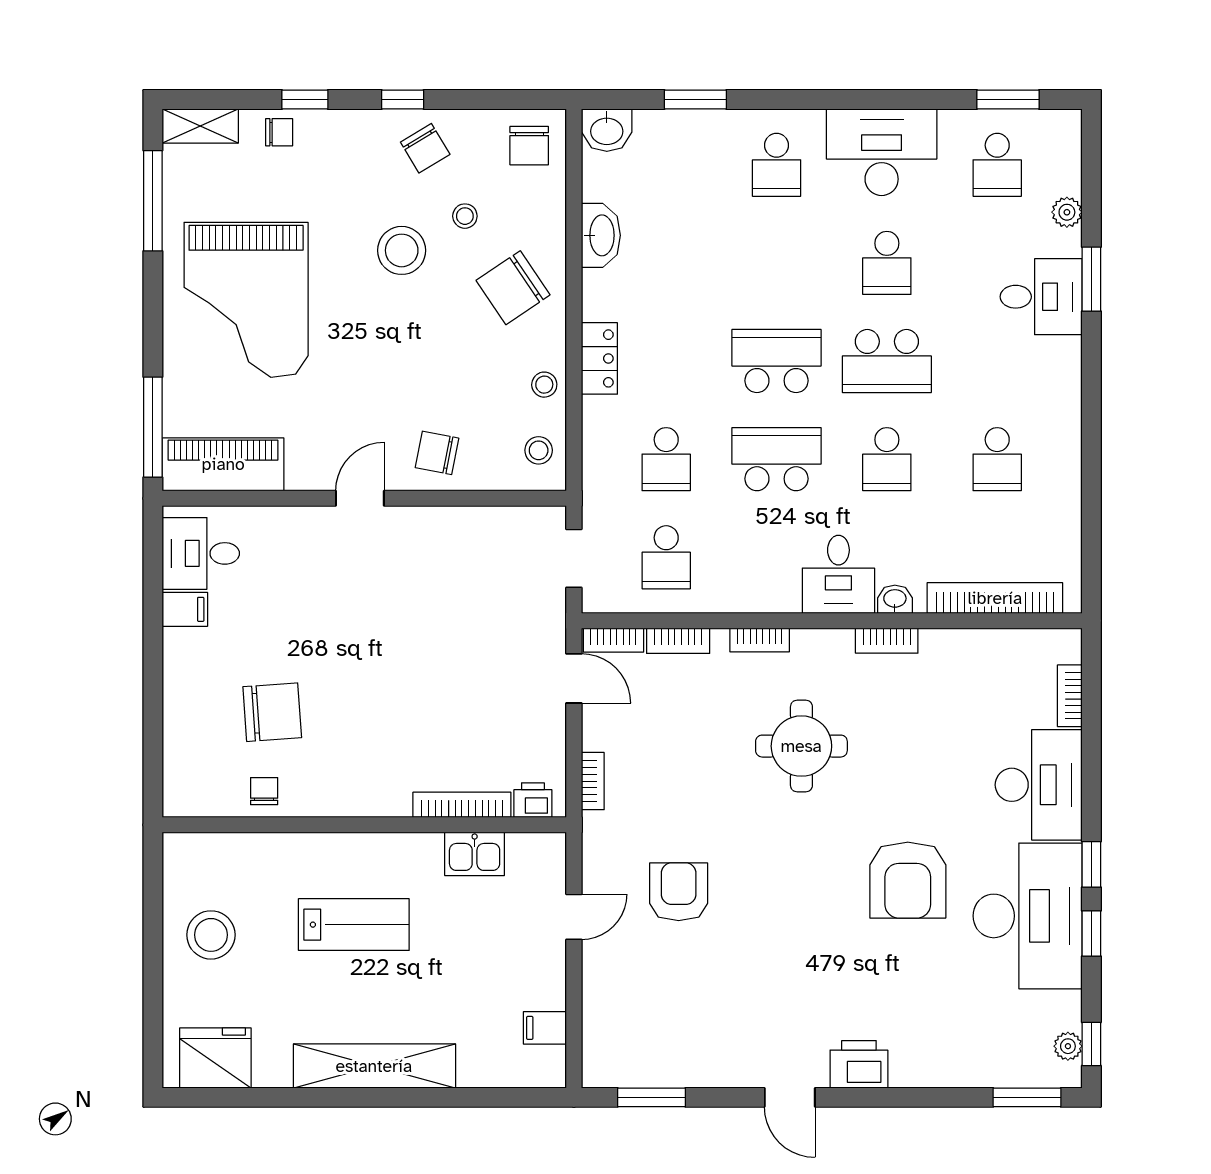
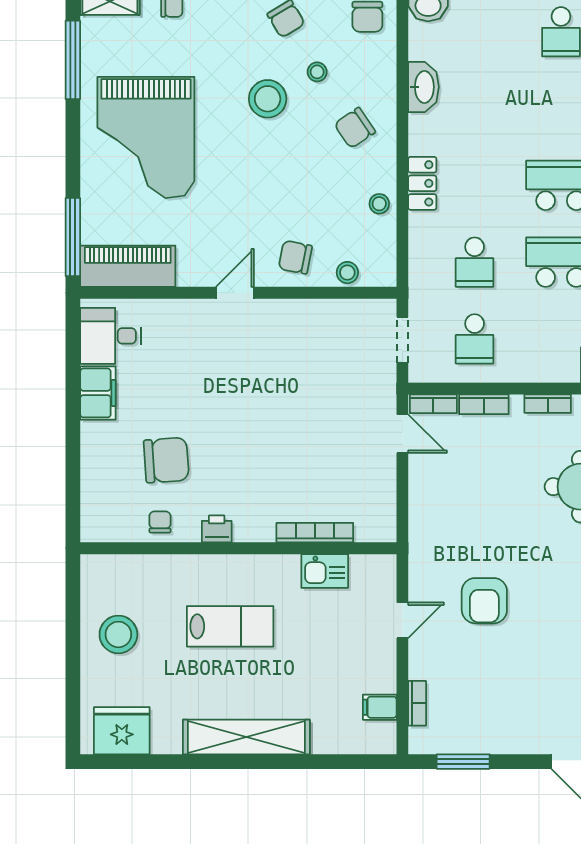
chair: (513, 288) -> (355, 128), width x0.73, depth x0.73
stool: (539, 450) -> (347, 273), moved
filing cabinet: (185, 609) -> (98, 393), width x2.00
bookcase: (593, 781) -> (417, 703), moved
printer: (533, 800) -> (217, 529), moved
armchair: (679, 892) -> (484, 601), turned 180

